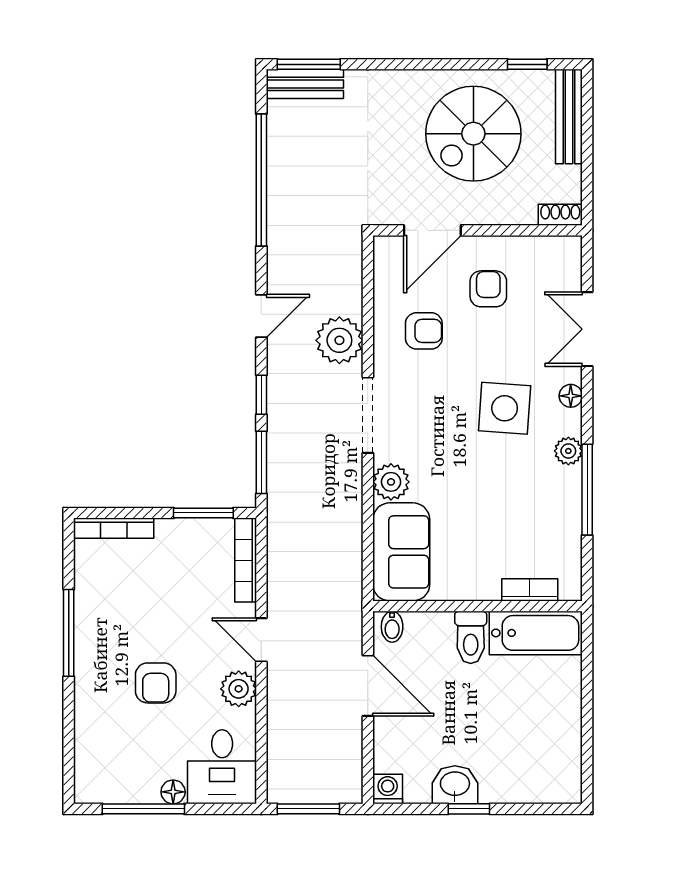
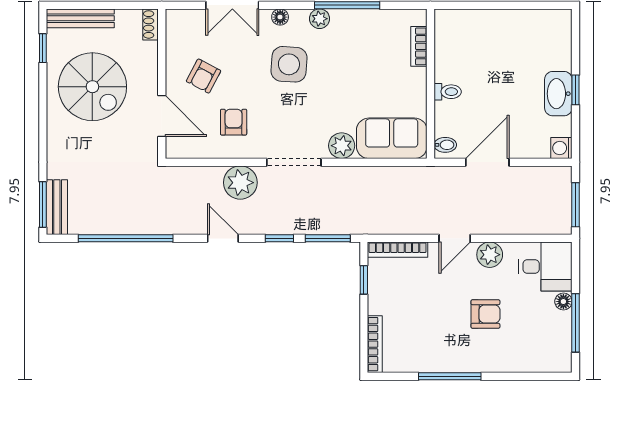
armchair: (488, 289) -> (204, 76), turned -62
window: (203, 513) -> (364, 280), width x0.67
bathtub: (536, 633) -> (450, 42), removed
toilet: (471, 637) -> (448, 92), width x0.73, depth x0.72
washbasin: (455, 785) -> (558, 94), width x1.38

